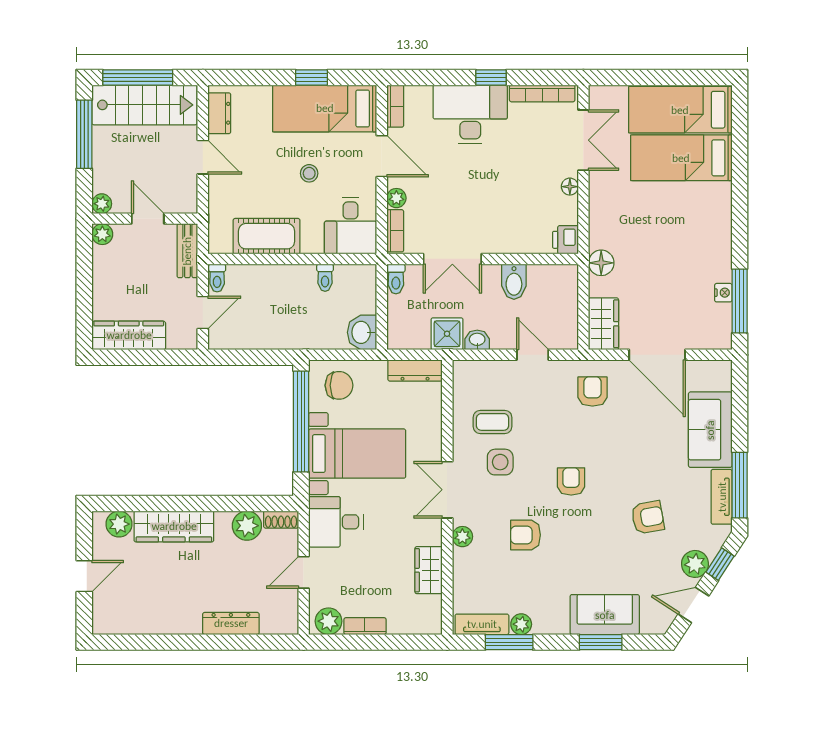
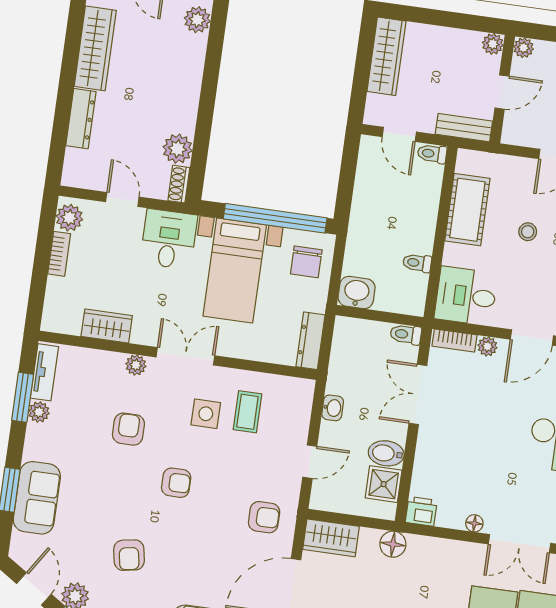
stool: (309, 173) -> (528, 232), moved
shower: (447, 334) -> (384, 484), moved
wardrobe: (174, 526) -> (95, 48), moved, turned 180

